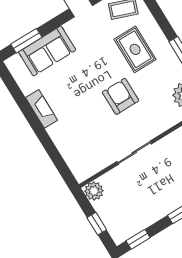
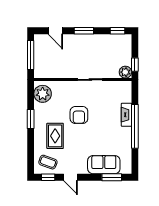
fireplace: (41, 109) -> (126, 115), moved
window: (37, 127) -> (135, 126), added
window: (97, 224) -> (135, 65), moved

